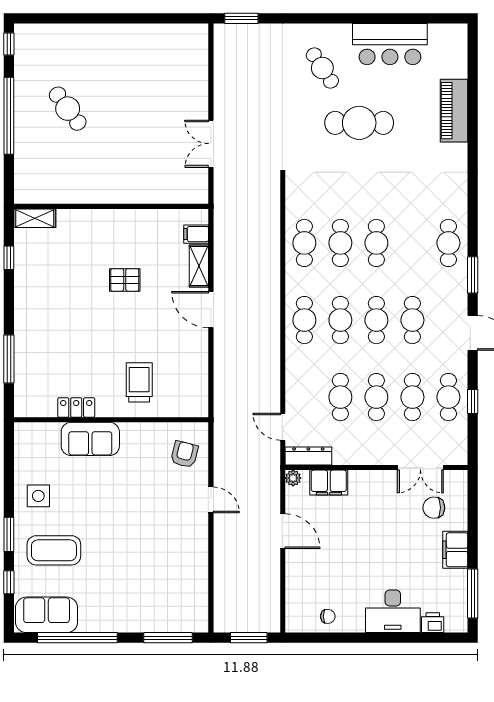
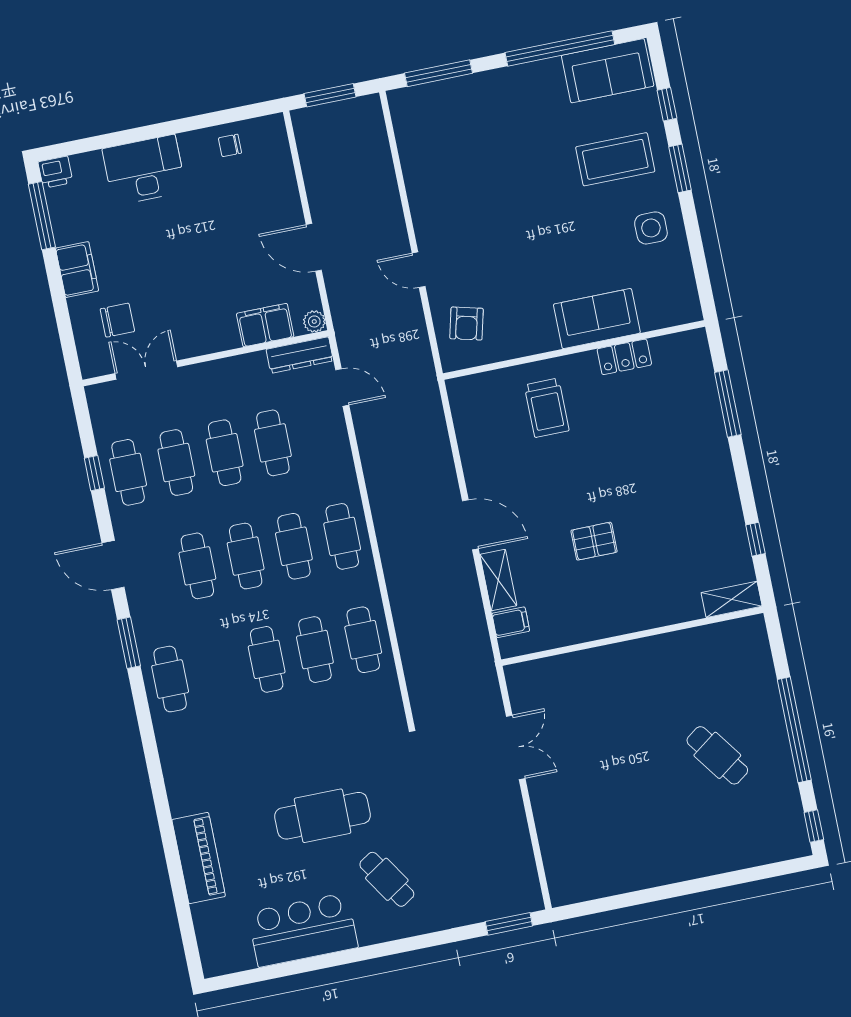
printer: (433, 623) -> (55, 172), moved

